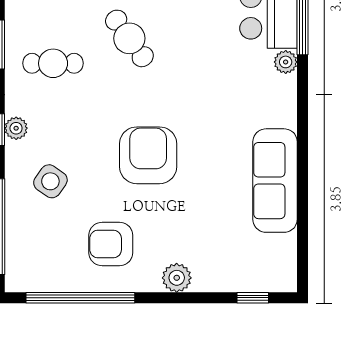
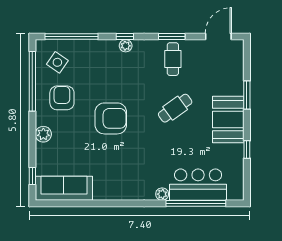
cafe table: (53, 63) -> (173, 59), moved
side table: (50, 181) -> (57, 62), moved
sofa: (275, 181) -> (64, 188), moved

